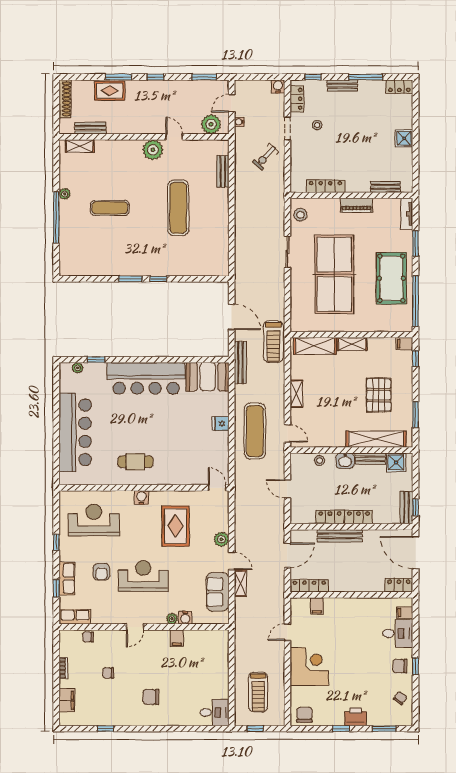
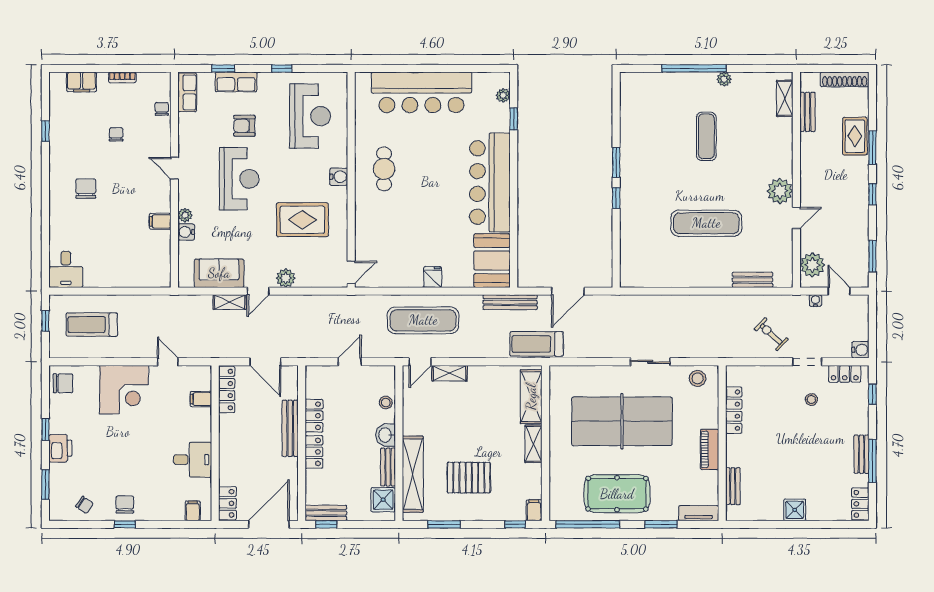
bench: (343, 86) -> (862, 454), moved
shelving: (296, 394) -> (450, 373), moved
desk: (398, 633) -> (192, 460), moved, turned -90

